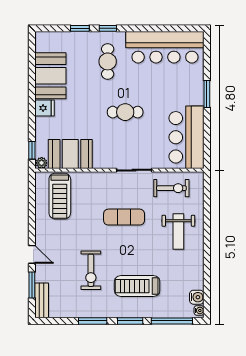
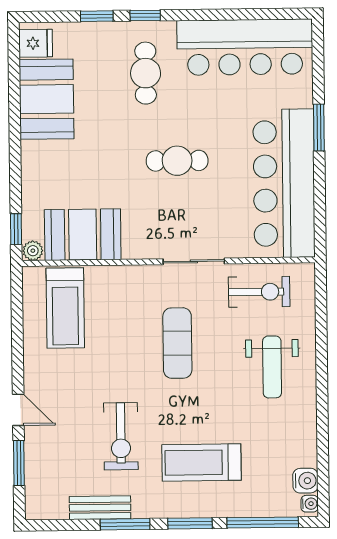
fridge: (45, 108) -> (36, 43), moved
bar counter: (187, 137) -> (284, 183), width x1.36
exercise mat: (124, 217) -> (177, 343), turned 90
bench: (42, 300) -> (100, 508), moved, turned 90

